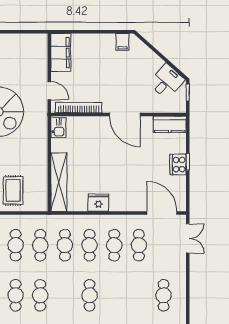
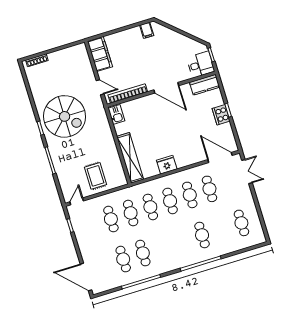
desk: (167, 81) -> (201, 65), moved, turned 48
cafe table: (90, 295) -> (202, 235), moved

